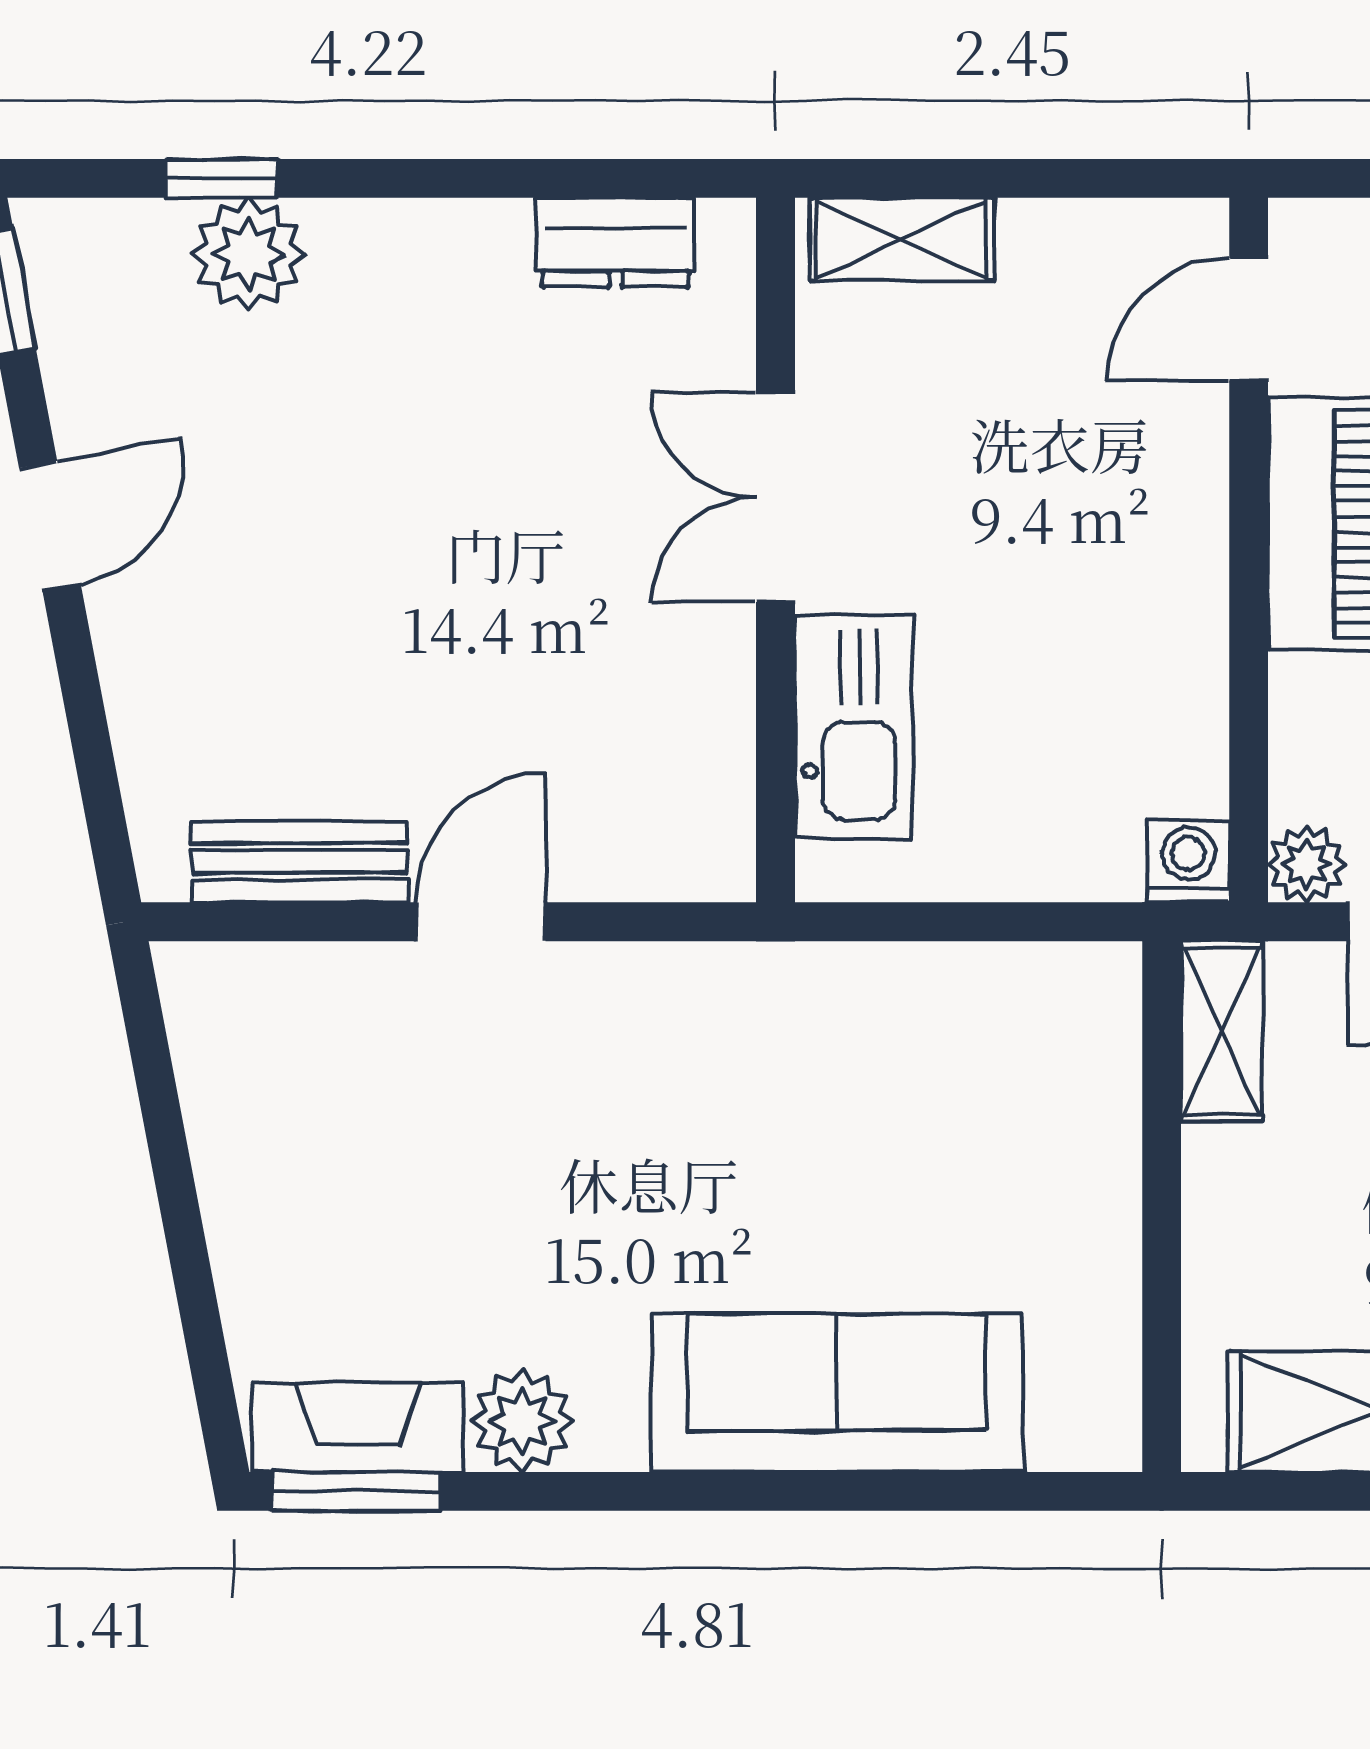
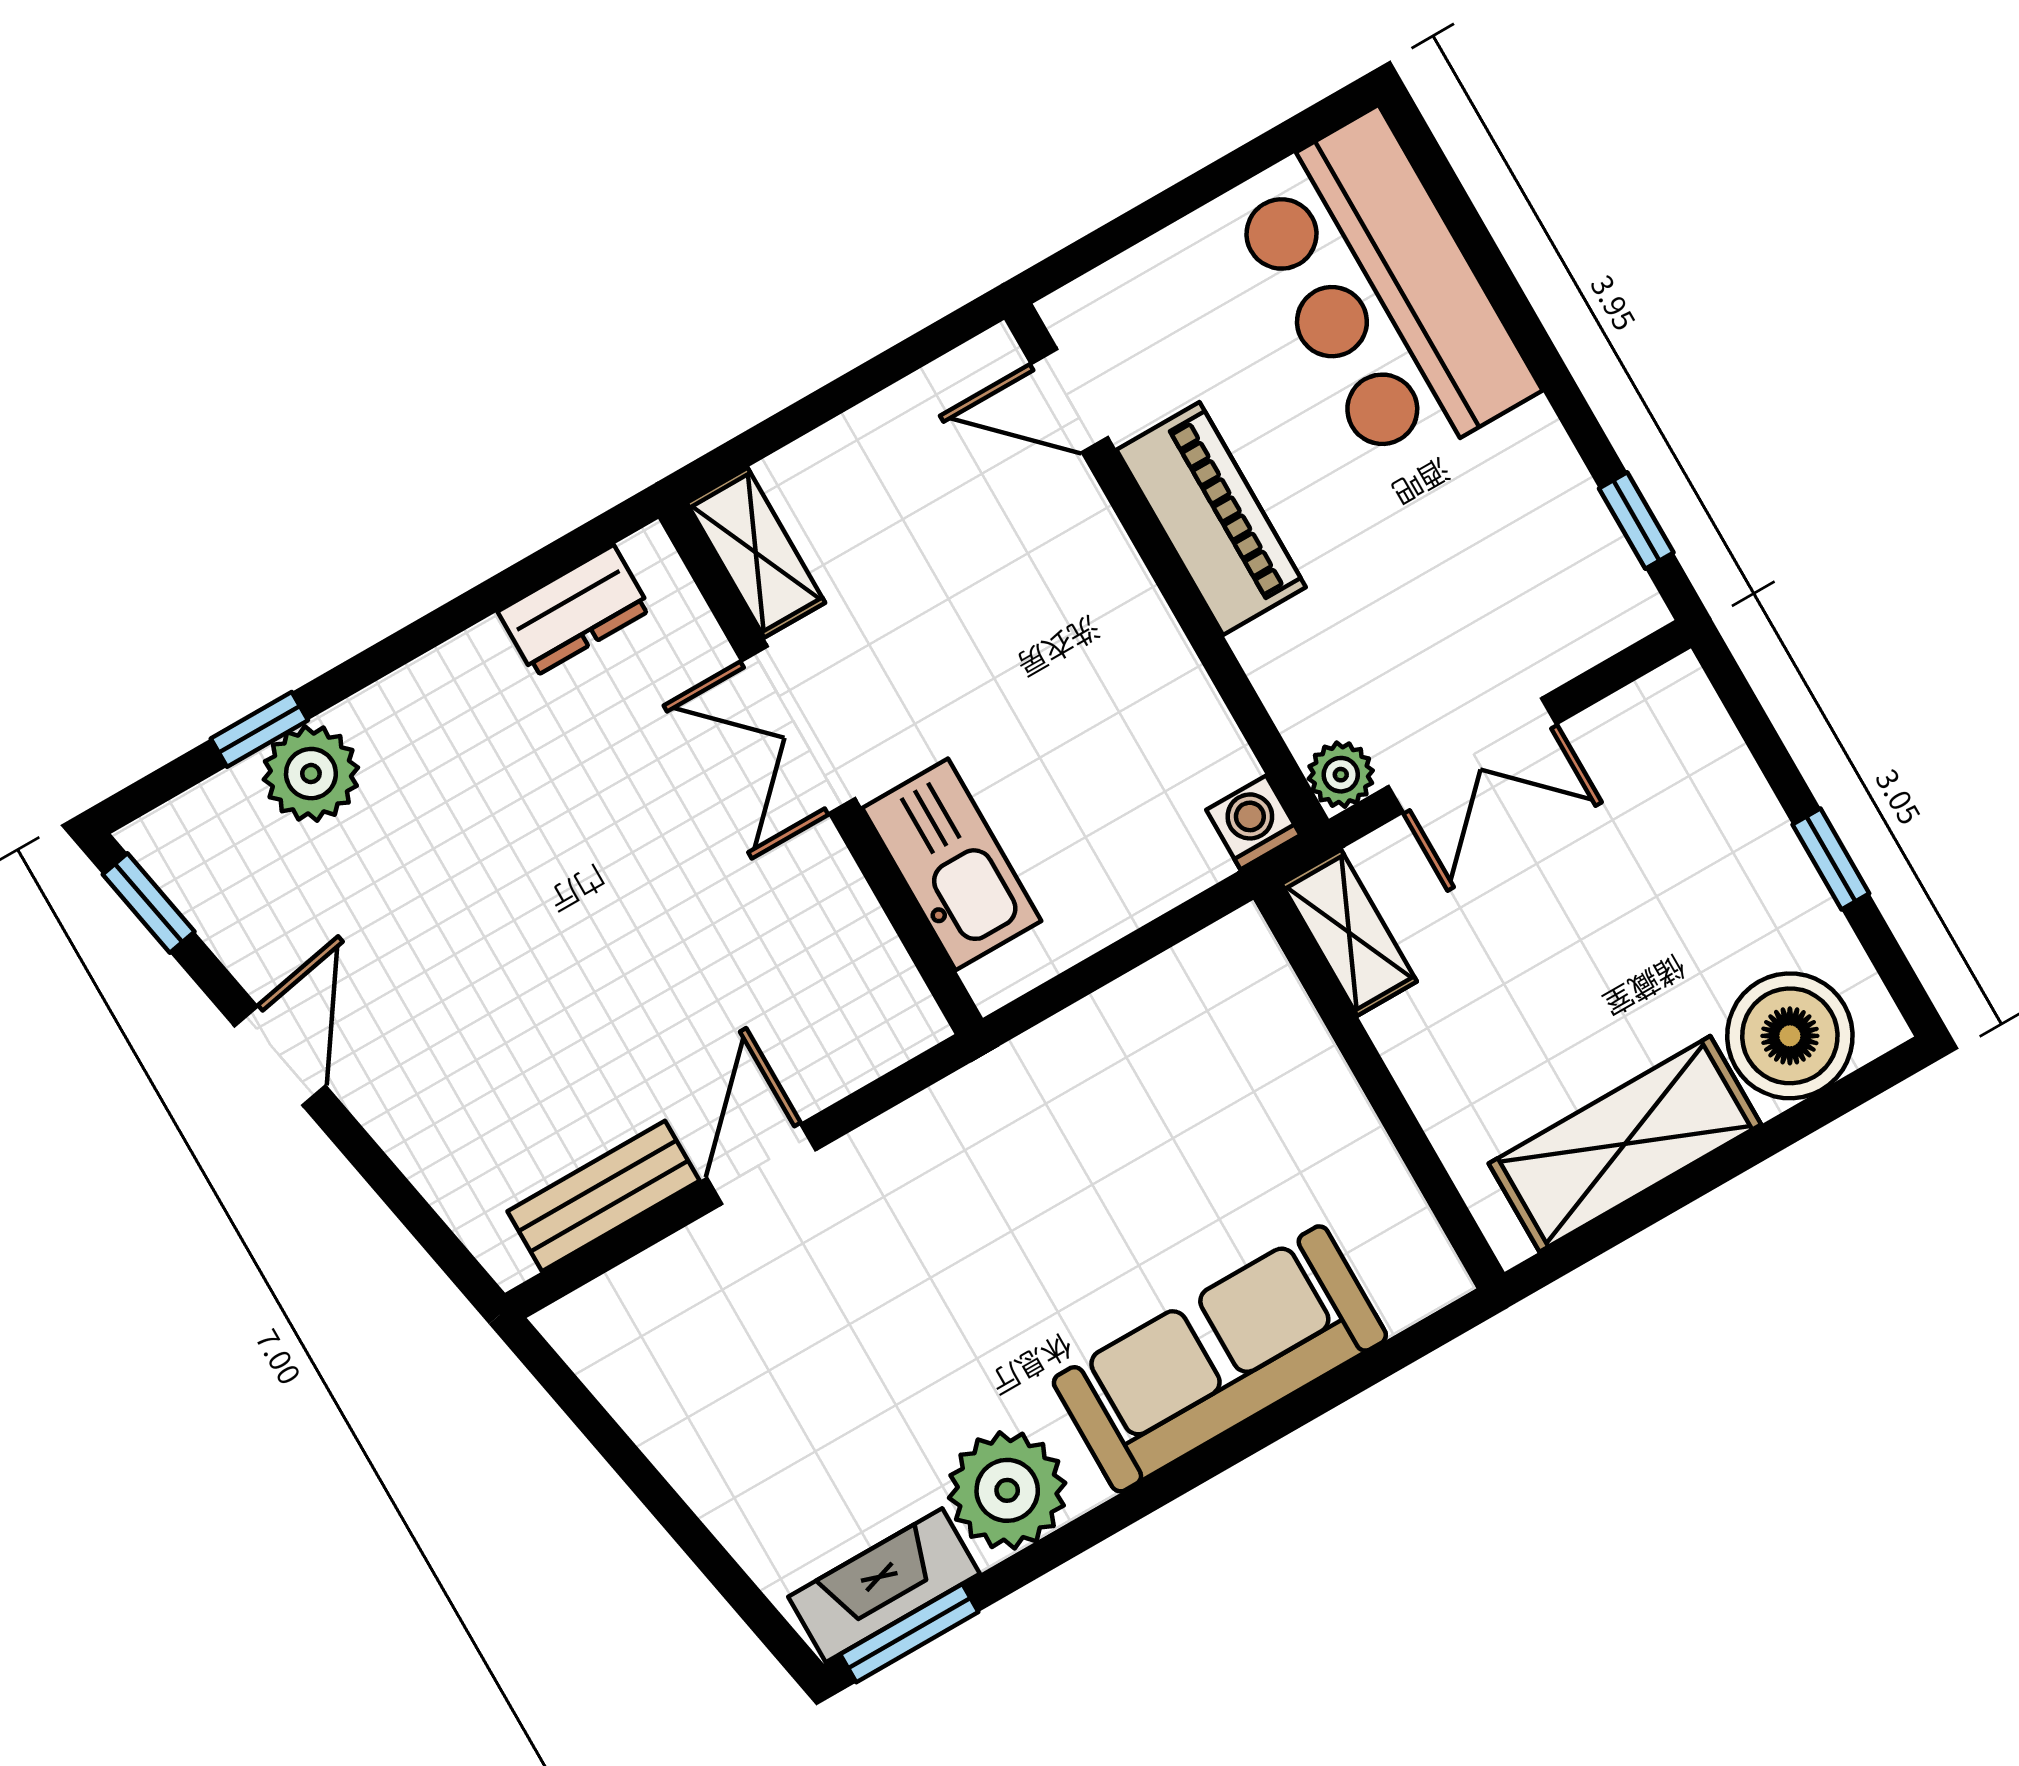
shelving: (902, 239) -> (756, 553), moved, turned 90
door: (1249, 319) -> (1069, 401), hinge flipped
plant: (522, 1421) -> (1007, 1490), width x1.36, depth x1.36

